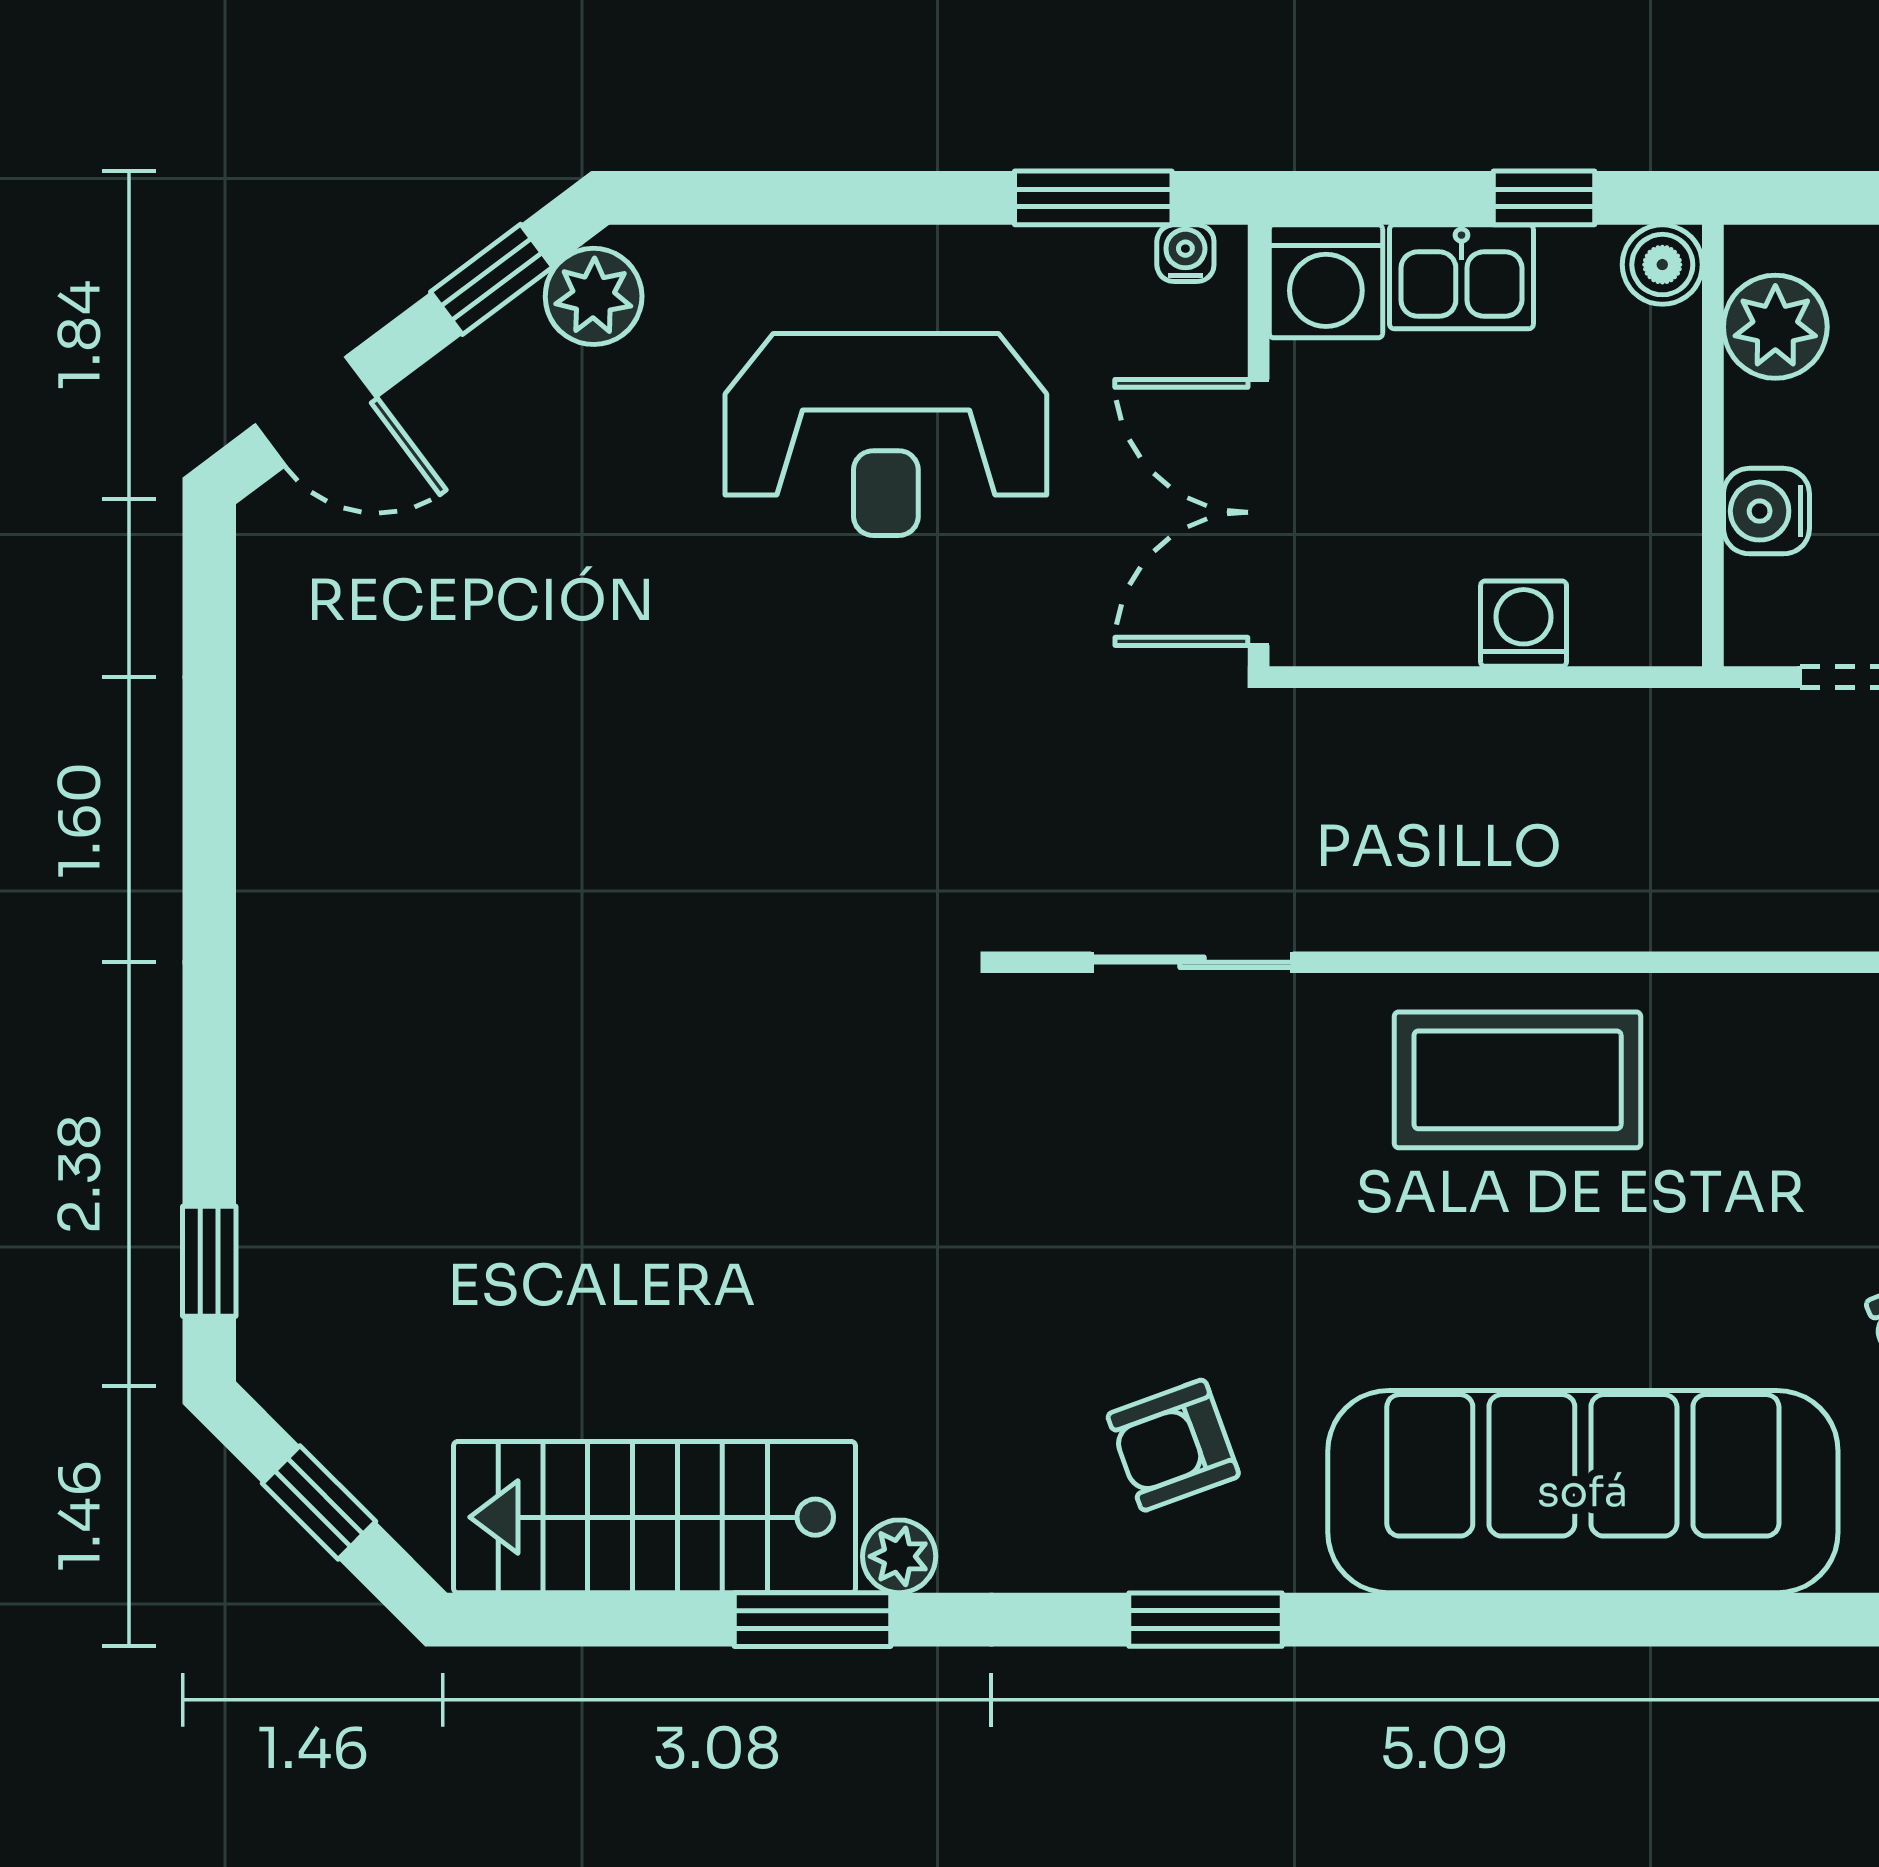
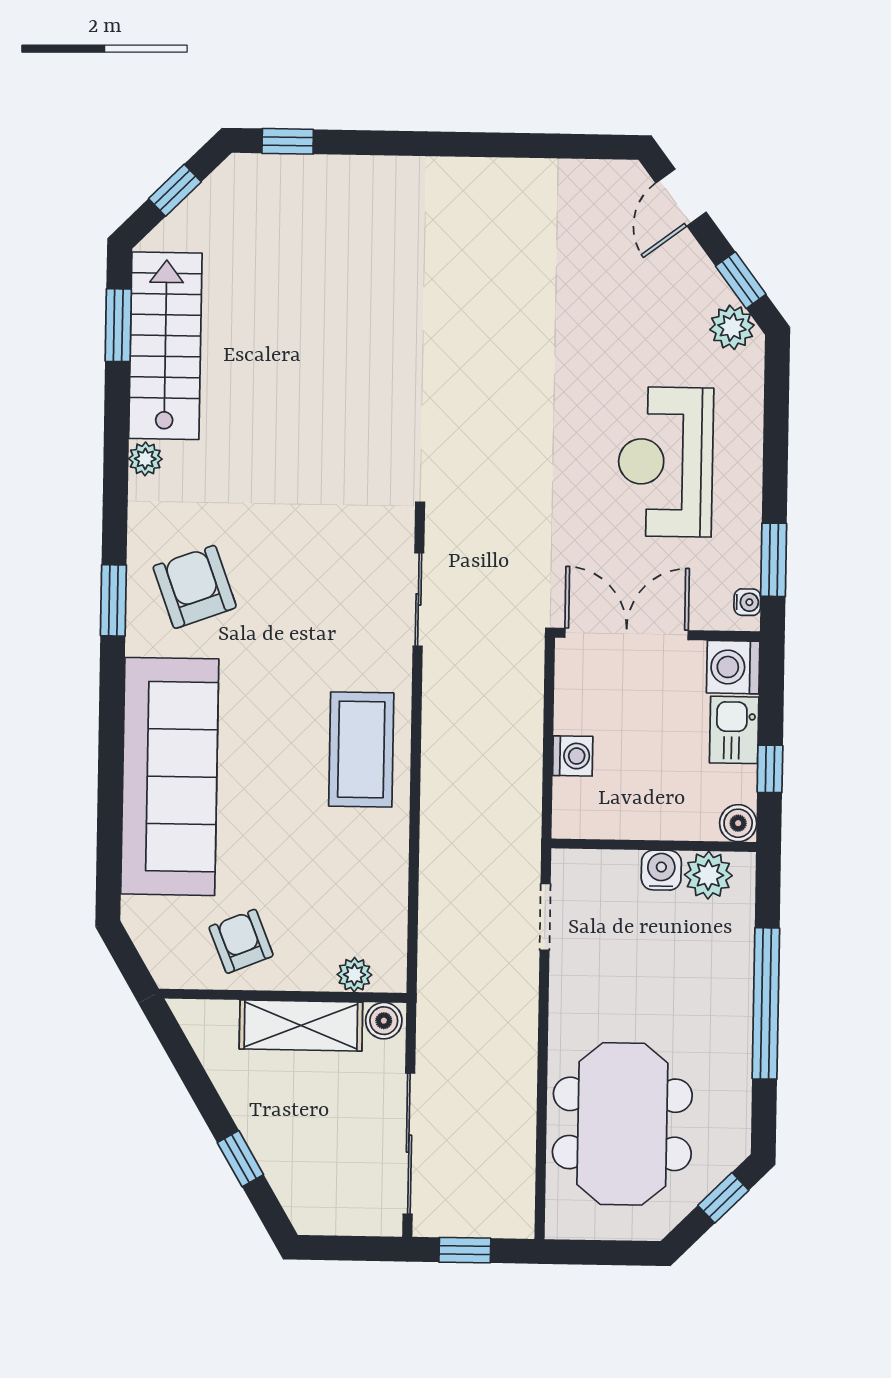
water cooler: (1766, 511) -> (661, 870), moved
armchair: (1173, 1445) -> (195, 587), width x1.38, depth x1.38
window: (812, 1620) -> (118, 325), moved

